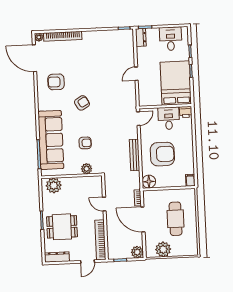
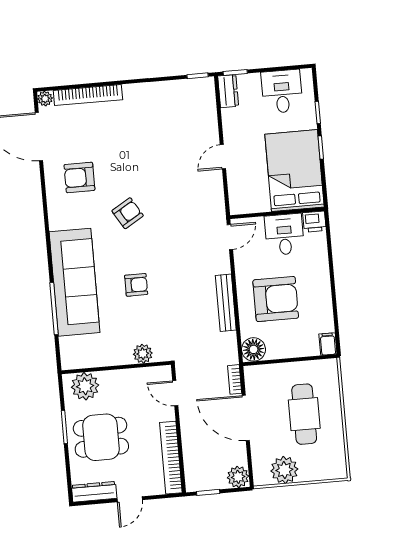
plant: (87, 169) -> (143, 354), moved
wall: (71, 176) -> (116, 368), moved
plant: (54, 185) -> (85, 386), moved
door: (88, 262) -> (130, 499), moved

